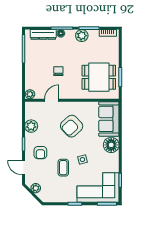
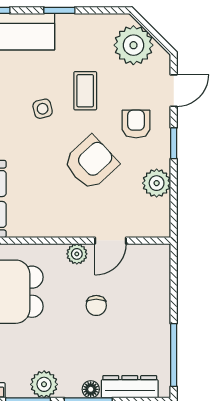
plant: (30, 94) -> (77, 254), moved
armchair: (72, 126) -> (91, 163), moved
door: (23, 168) -> (174, 91), hinge flipped
plant: (36, 188) -> (133, 45), width x1.87, depth x1.87

